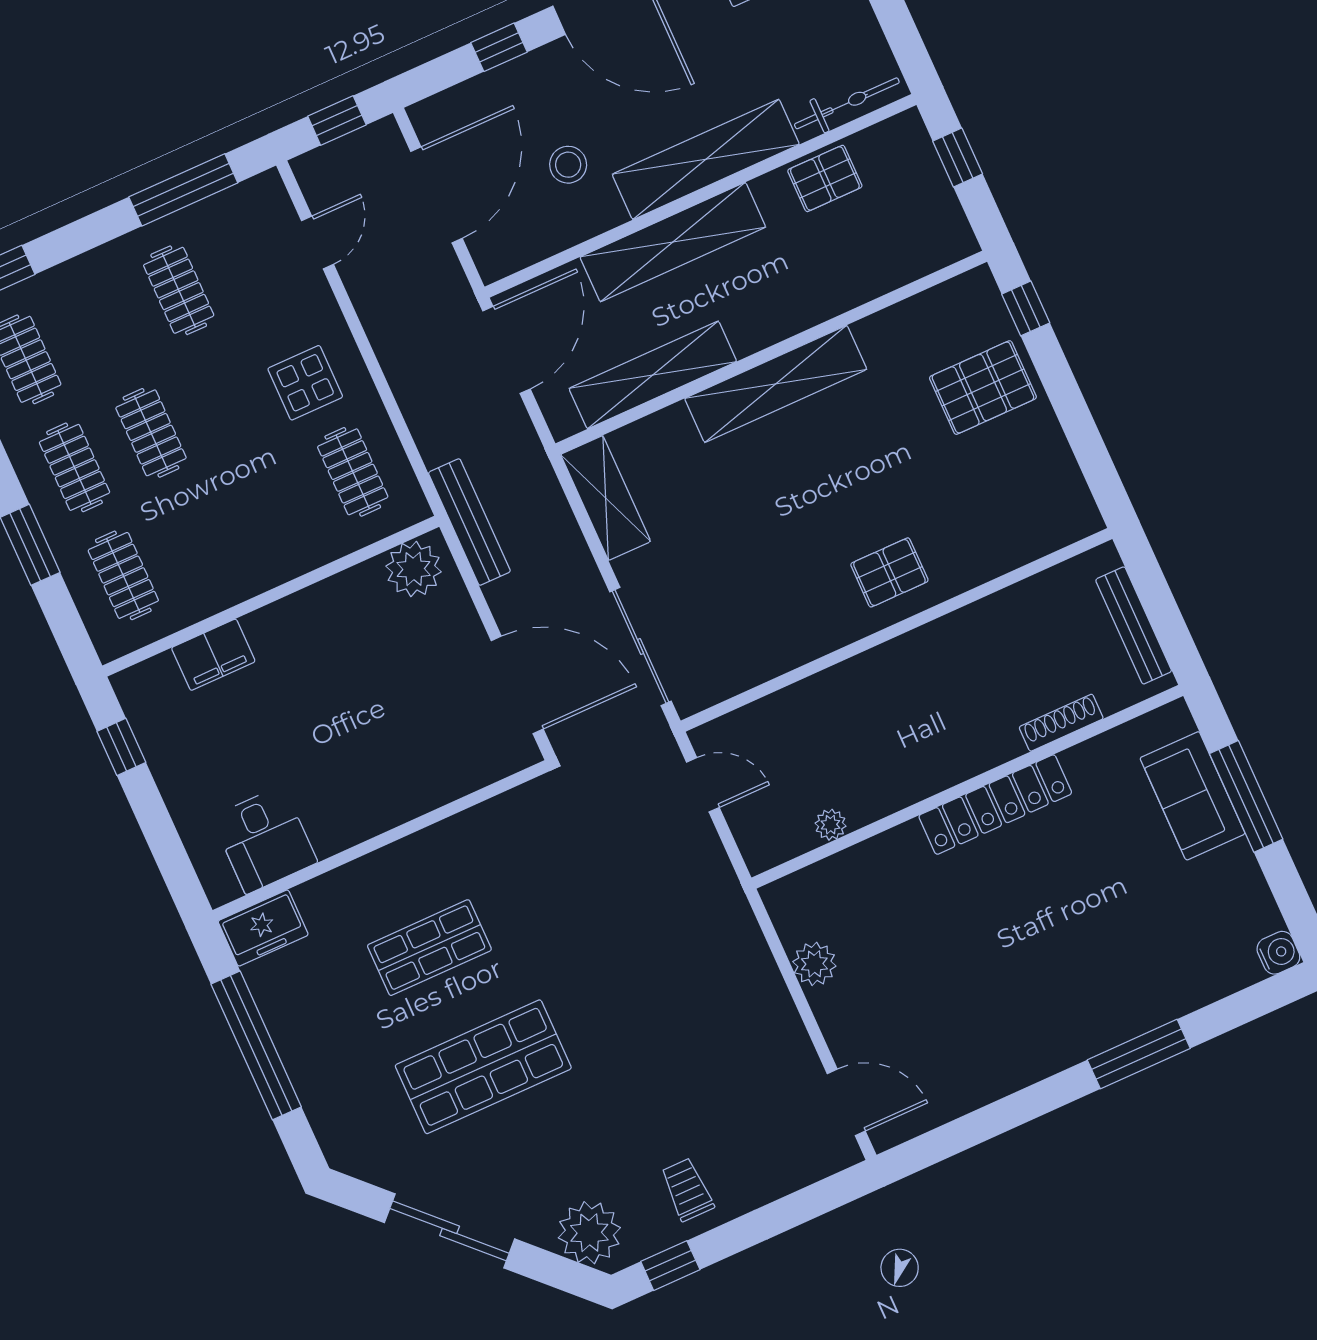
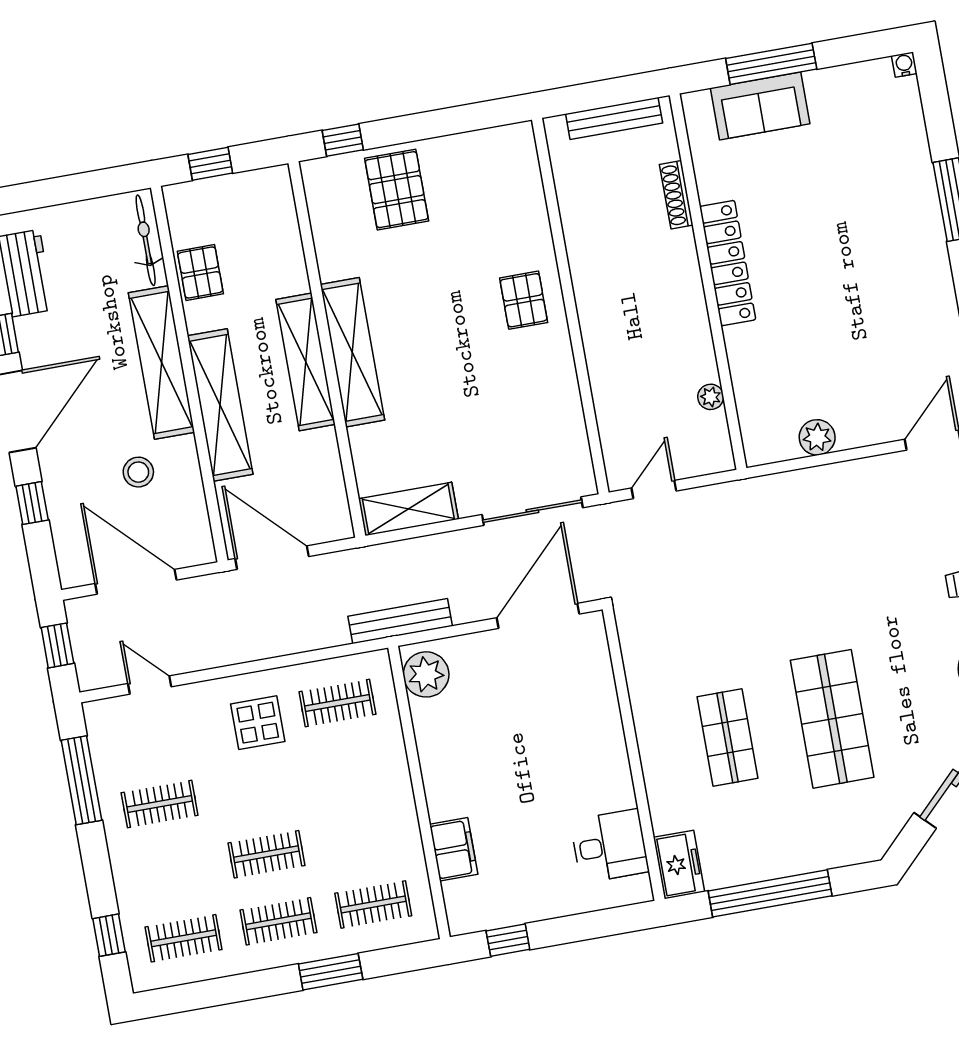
shelving: (653, 375) -> (306, 362), moved
water cooler: (1278, 953) -> (904, 65), width x0.72, depth x0.72

